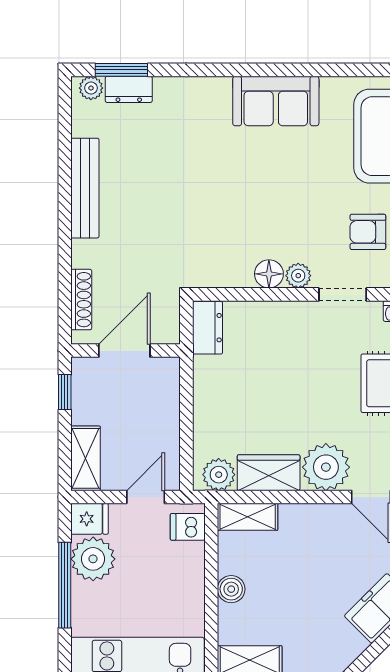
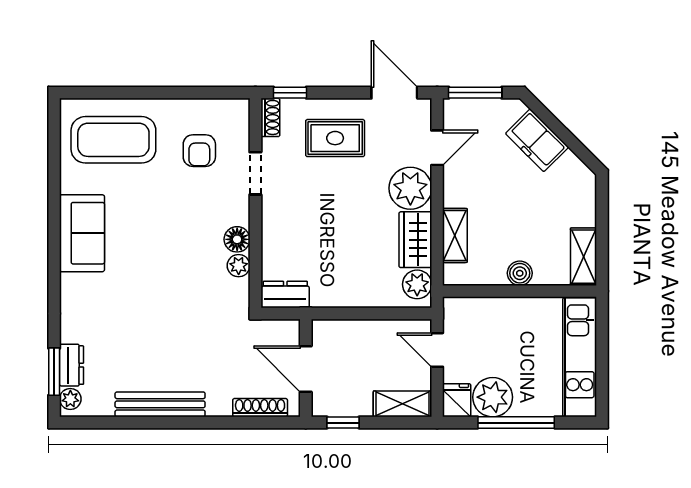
plant: (298, 276) -> (239, 266), moved
shelving: (248, 517) -> (455, 235), moved
dishwasher: (188, 527) -> (464, 312), removed

